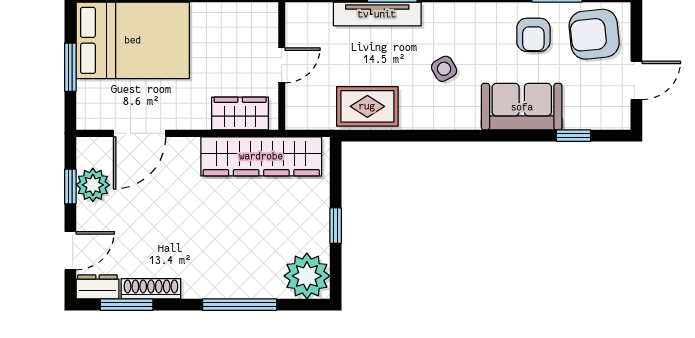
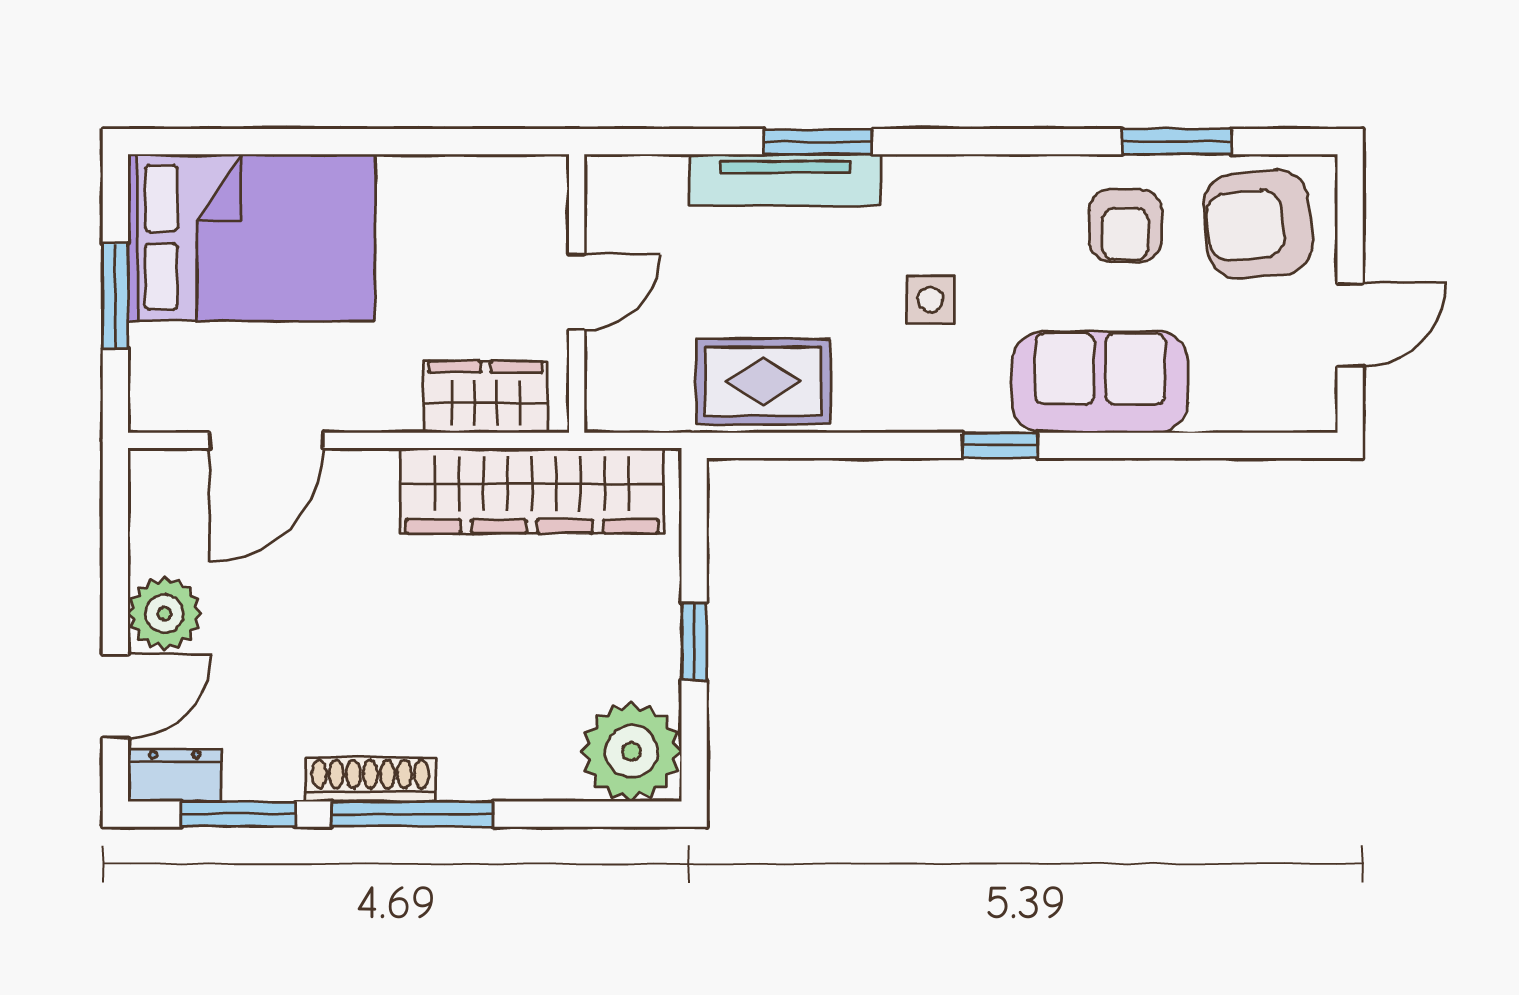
side table: (444, 69) -> (930, 300), turned 30
window: (574, 136) -> (1000, 445), moved
plant: (93, 185) -> (165, 614), moved
window: (70, 187) -> (115, 556), removed
shoe rack: (151, 289) -> (370, 779), moved
window: (240, 305) -> (413, 814), moved

